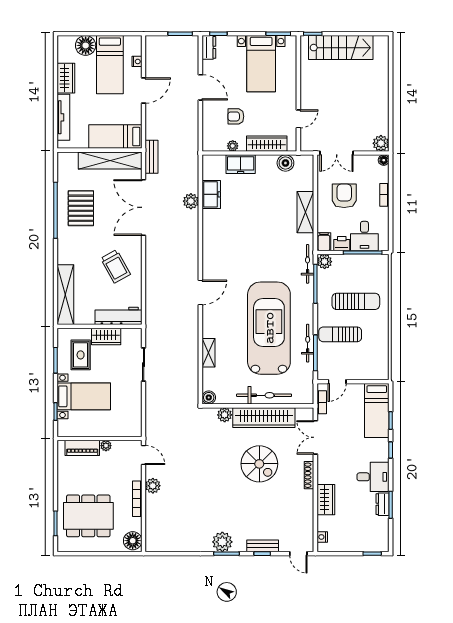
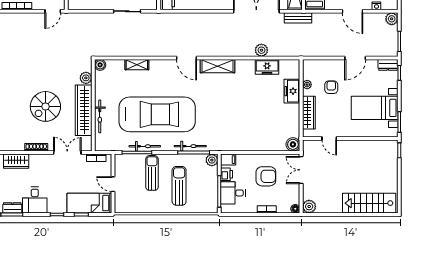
stairs: (341, 48) -> (369, 203), moved, turned 90
boiler: (285, 163) -> (293, 144), moved
shelving: (305, 212) -> (217, 66), moved
bicycle: (308, 264) -> (190, 146), moved
sun lounger: (356, 301) -> (179, 186), turned 180
door: (337, 382) -> (113, 184), moved
bicycle: (264, 395) -> (100, 116), width x0.73, depth x0.71
plant: (153, 486) -> (392, 19), moved

